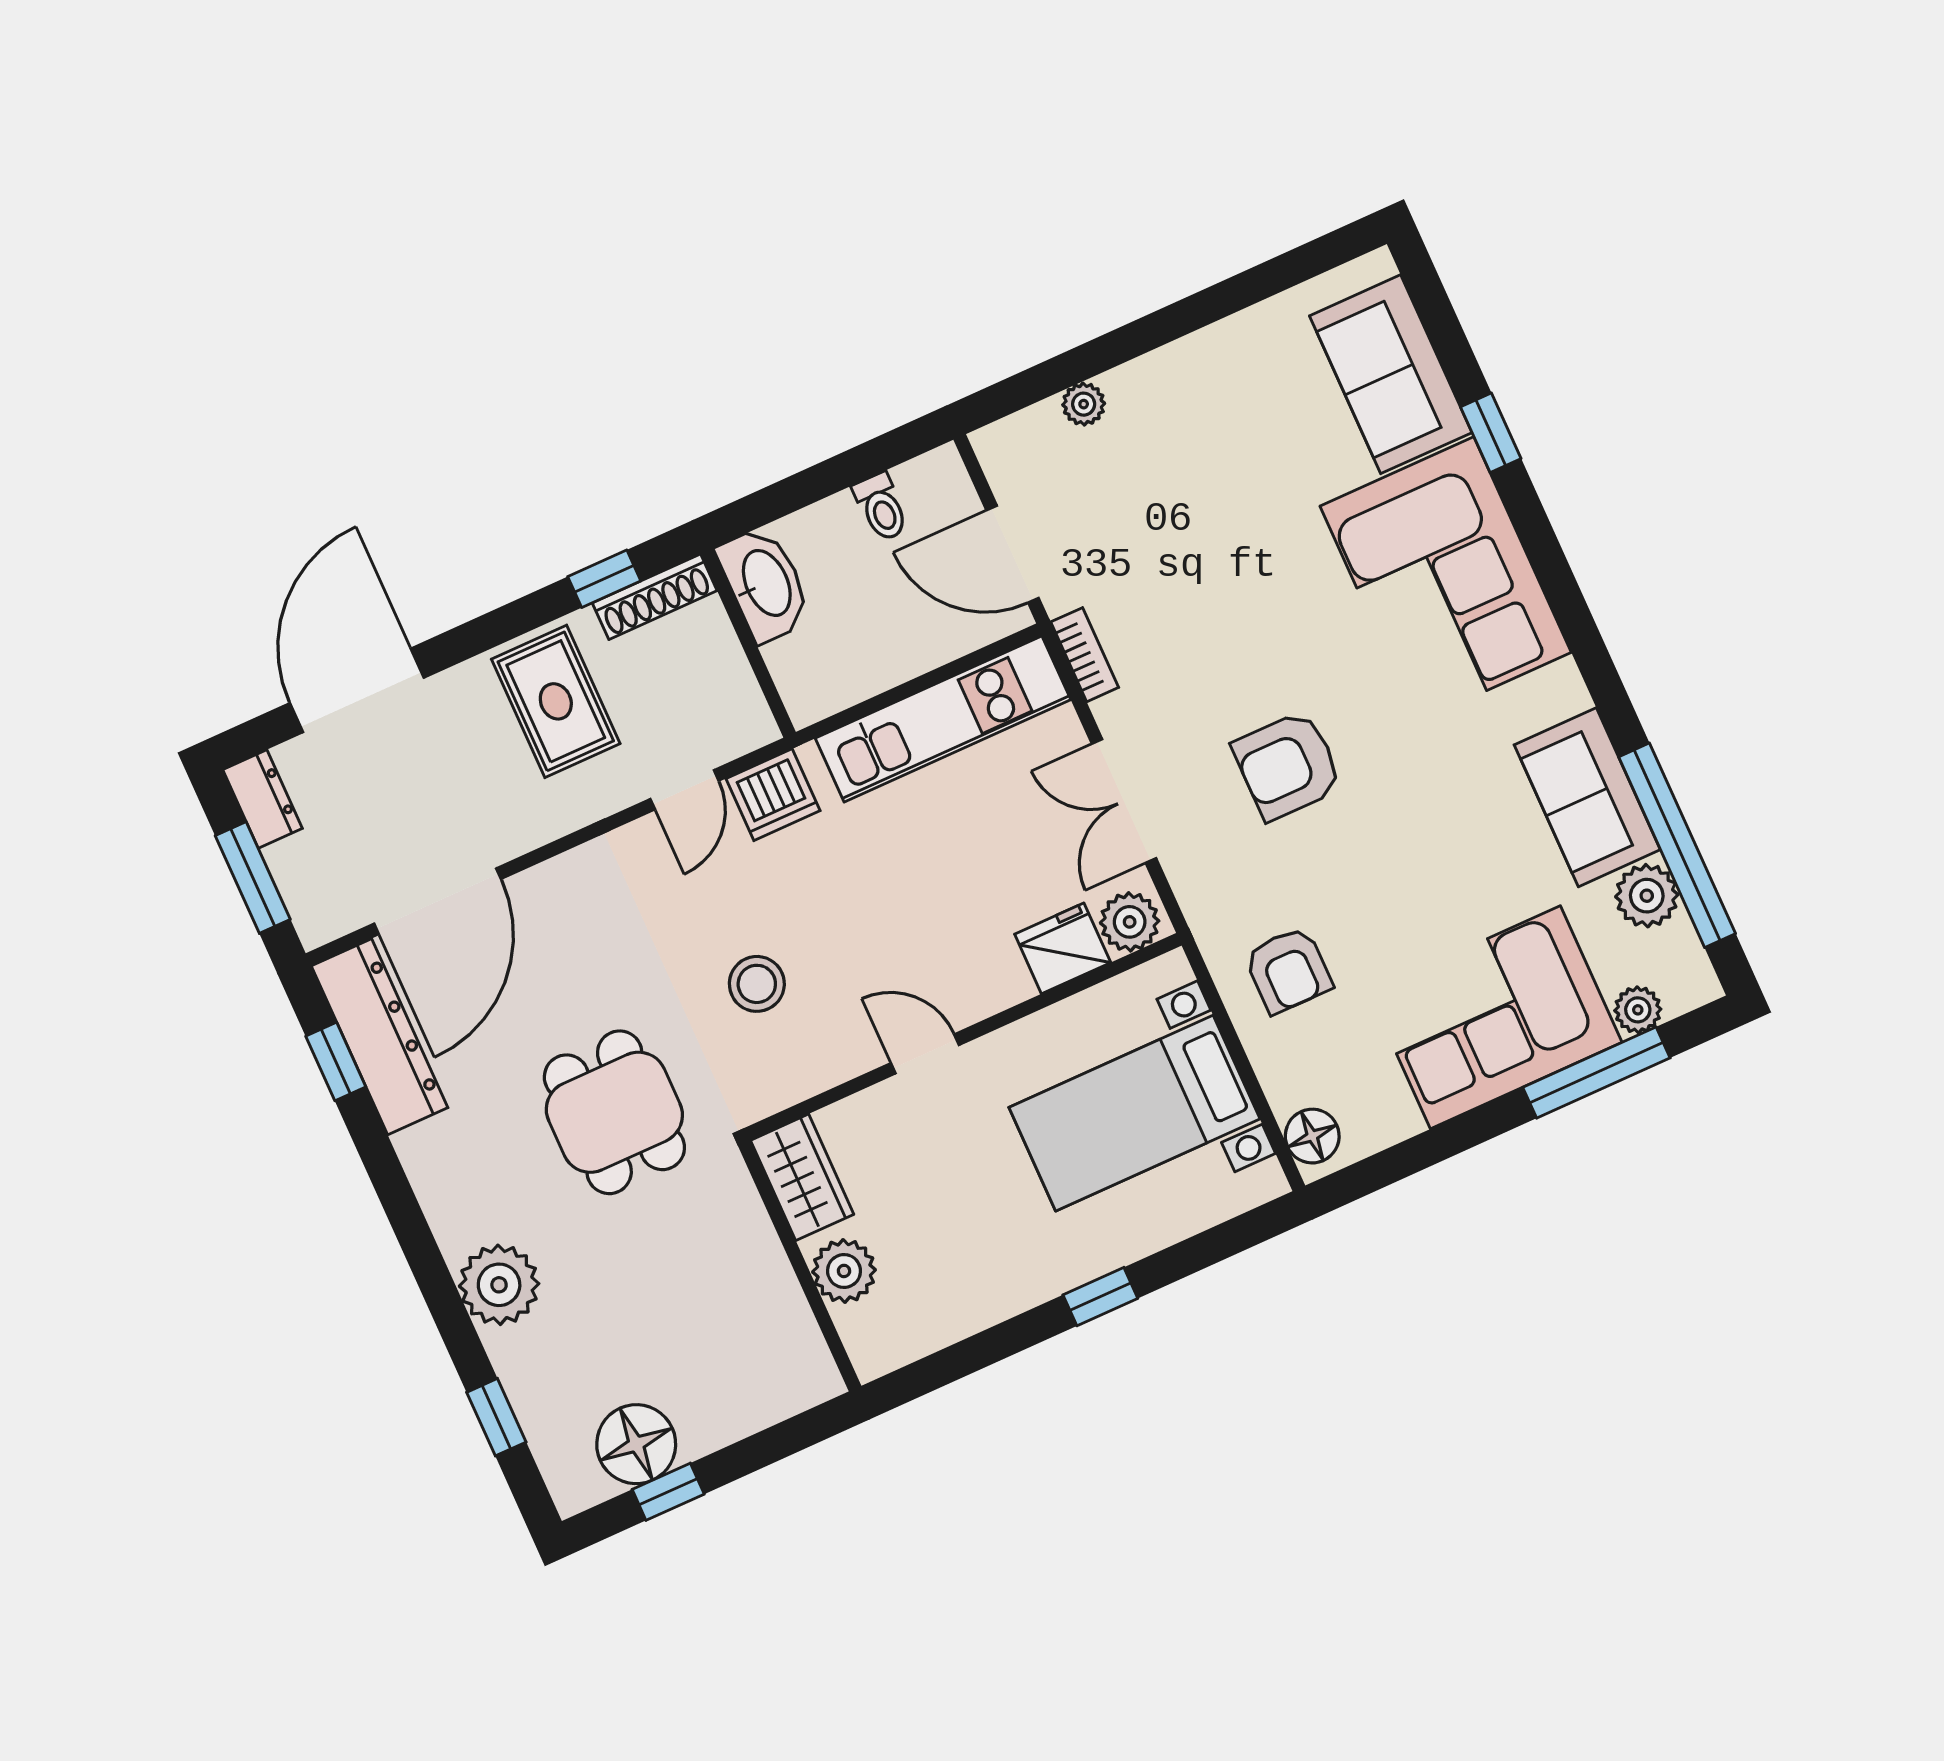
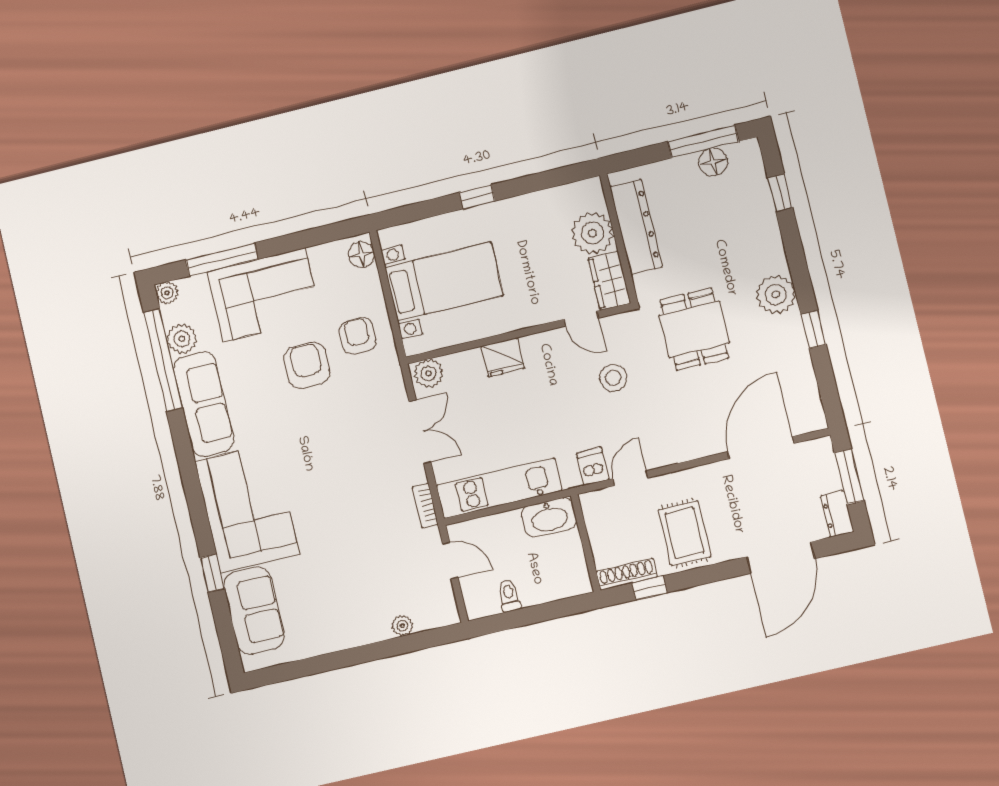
door: (1013, 554) -> (450, 561), width x0.73
washbasin: (765, 584) -> (549, 517), moved, turned -90
armchair: (1288, 765) -> (307, 365), moved, turned -90
dishwasher: (773, 795) -> (593, 466), width x0.73
sofa: (1587, 797) -> (204, 404), width x1.36
fridge: (1063, 948) -> (503, 357), moved
plant: (1638, 1010) -> (167, 293), moved
dresser: (380, 1037) -> (636, 227), moved, turned 180
door: (925, 1054) -> (581, 319), moved
window: (336, 1061) -> (813, 329), moved
plant: (844, 1271) -> (592, 233), width x1.36, depth x1.36
plant: (499, 1285) -> (776, 295), moved
floor lamp: (636, 1444) -> (713, 162), width x0.73, depth x0.73
window: (668, 1492) -> (703, 141), width x2.17

